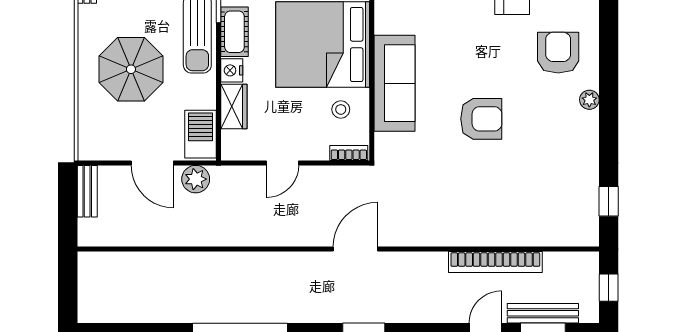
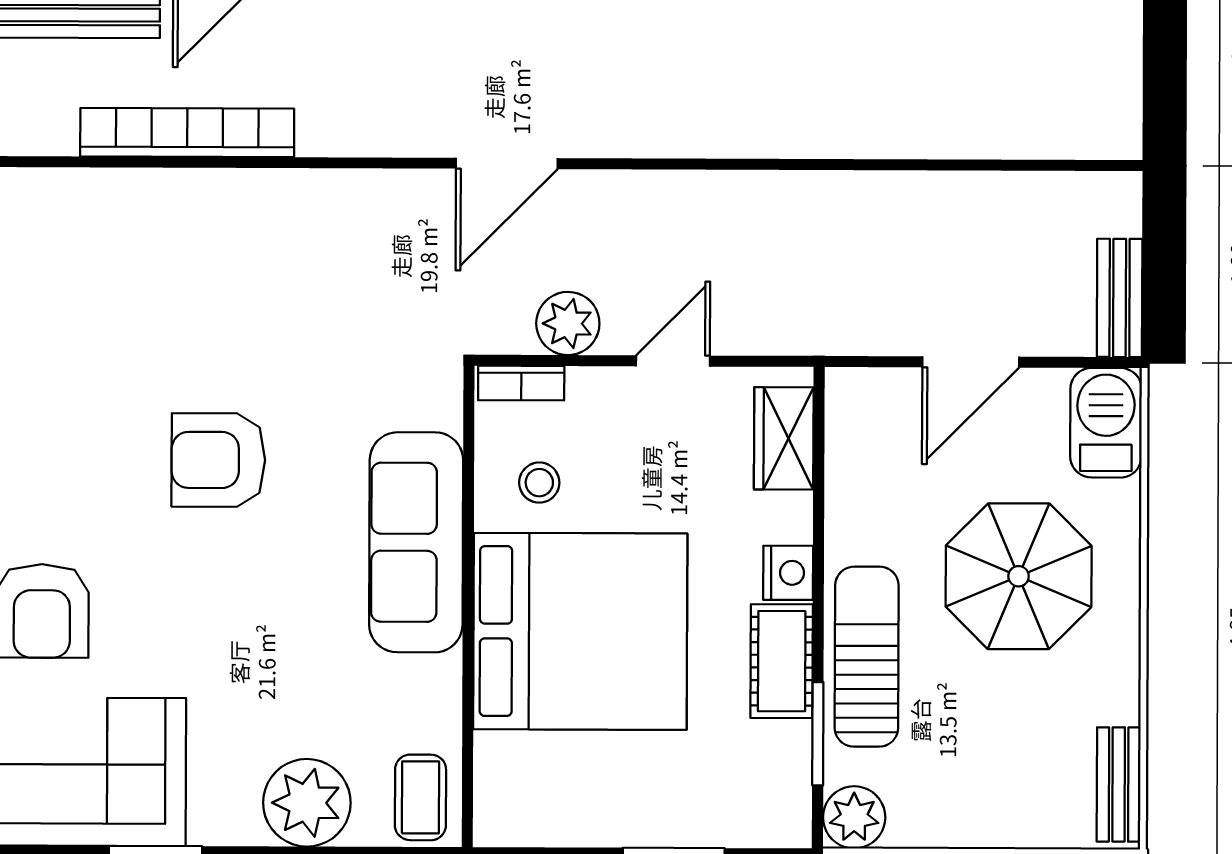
wardrobe: (234, 106) -> (784, 438), moved
barbecue: (201, 134) -> (1106, 423), moved, turned 180
door: (152, 163) -> (971, 362), swing flipped
plant: (196, 179) -> (568, 323), moved

